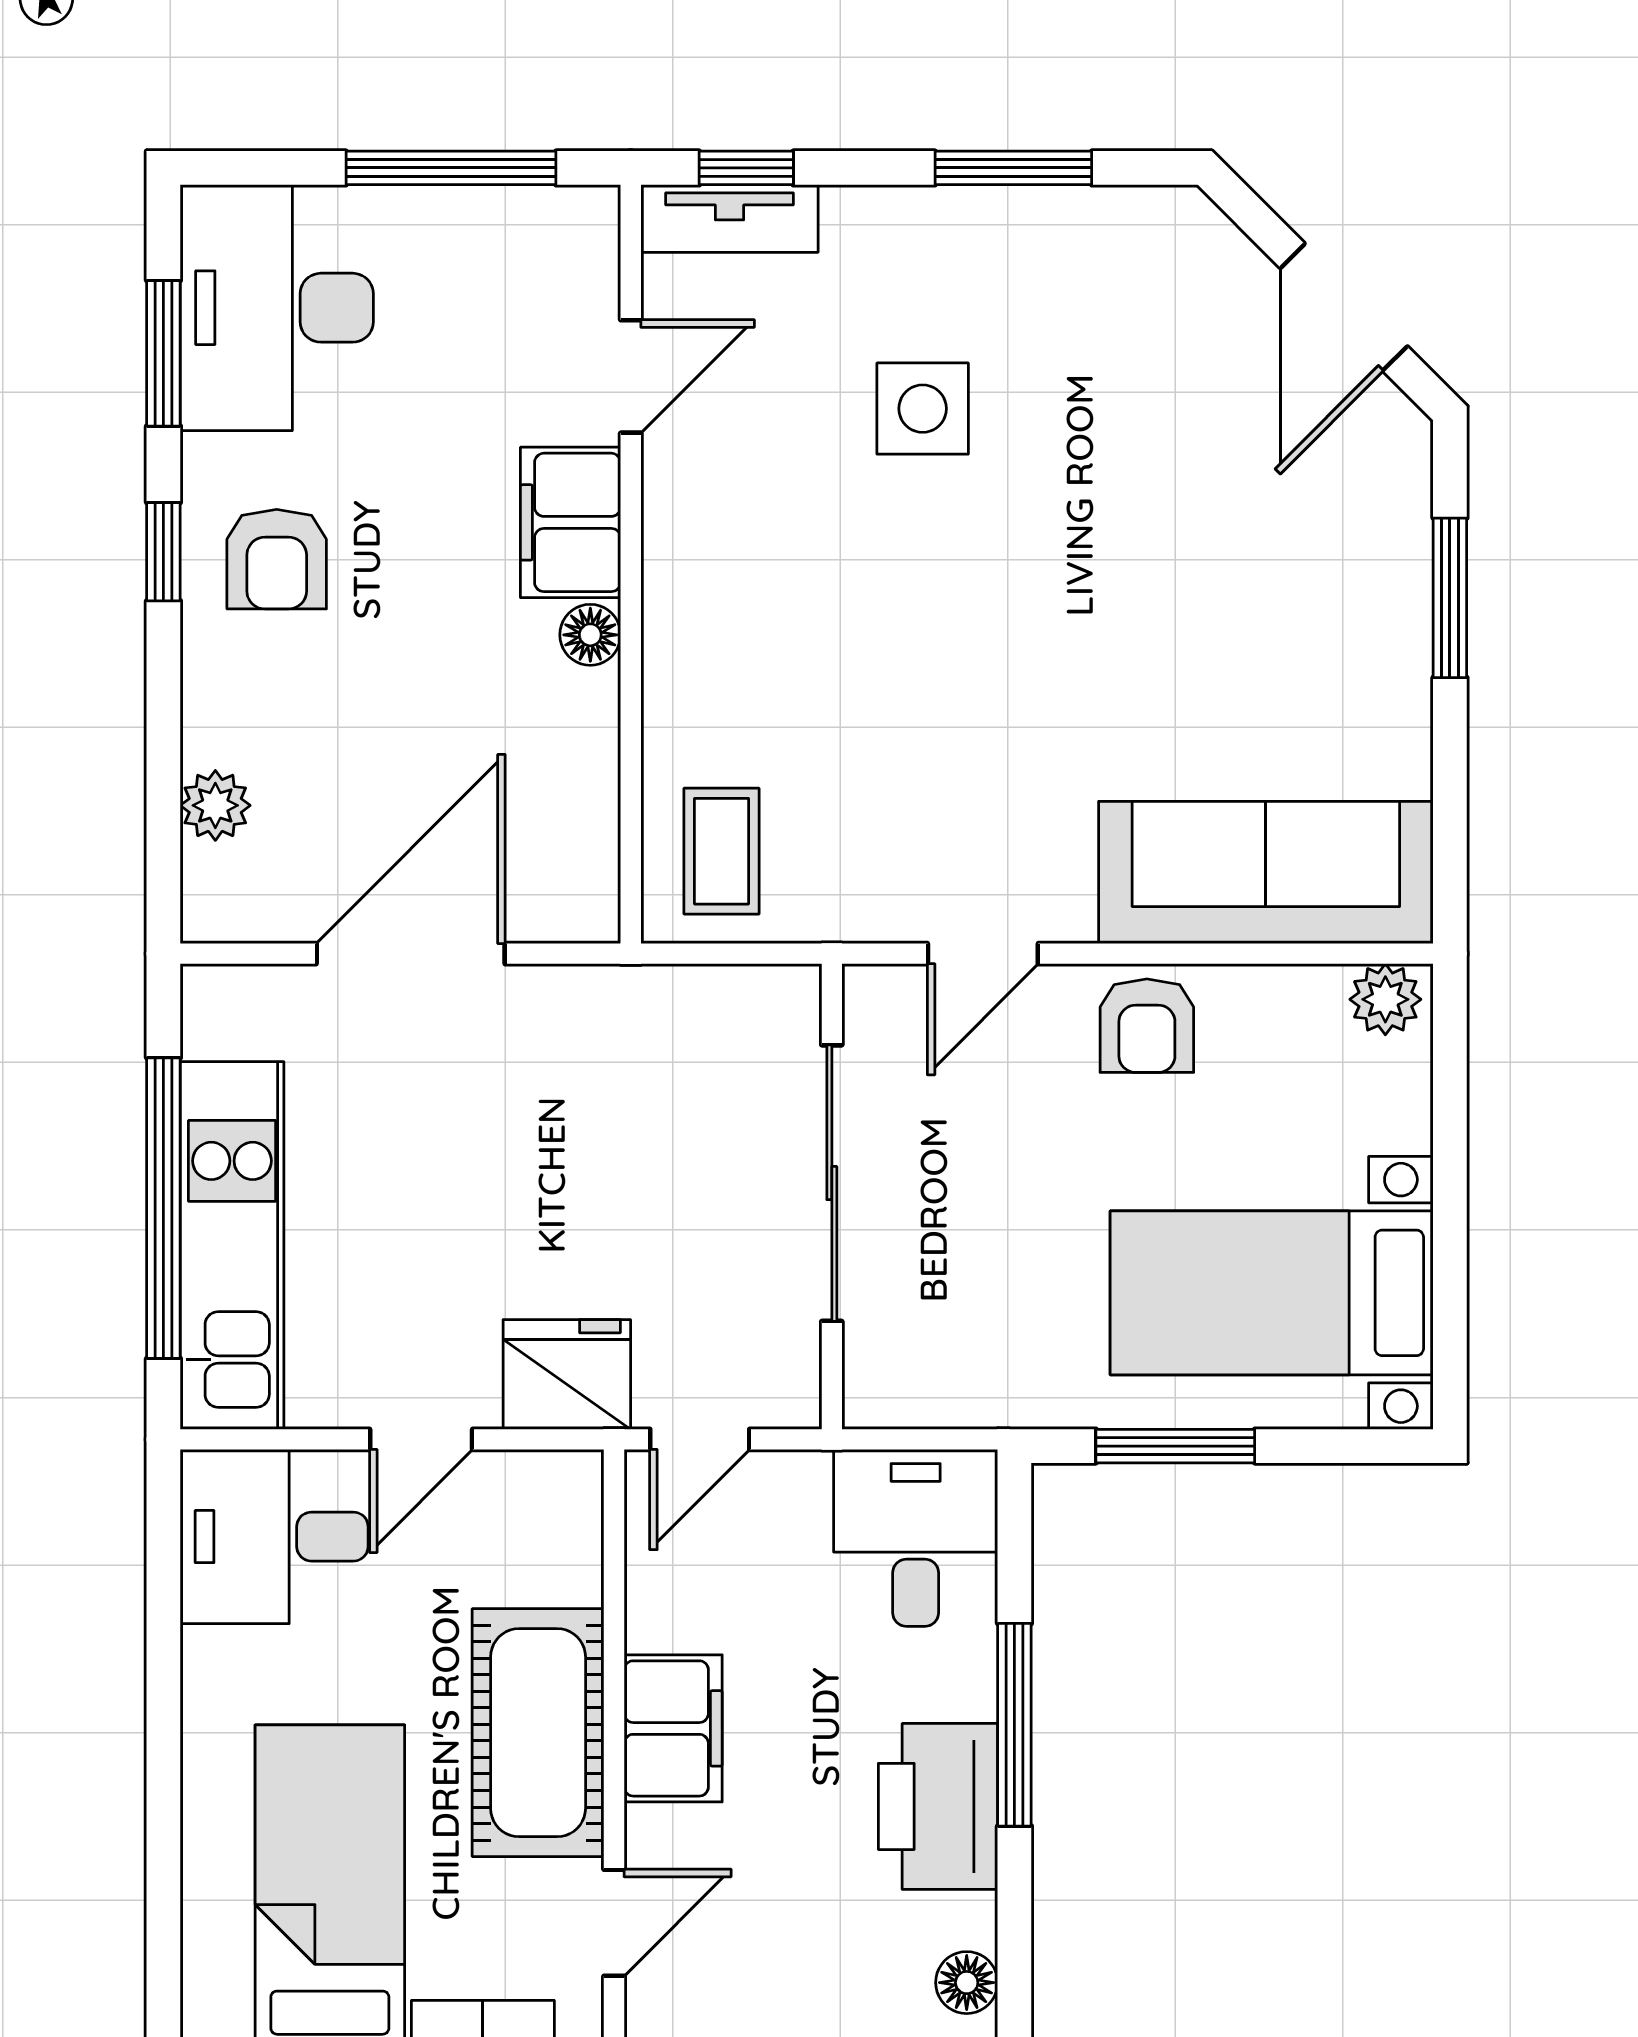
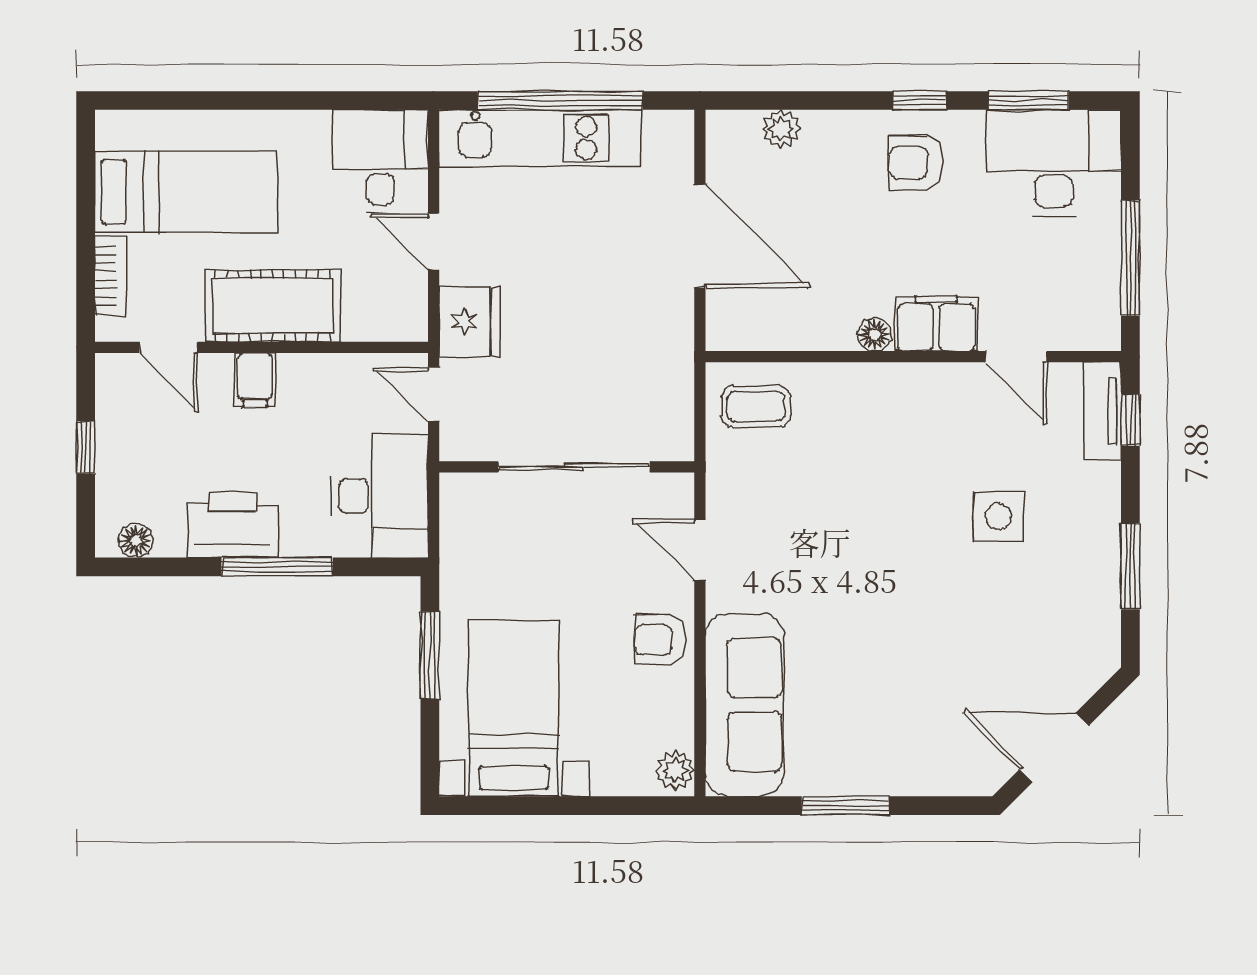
window: (1450, 598) -> (846, 806), moved
desk: (916, 1538) -> (380, 496), width x1.37
filing cabinet: (673, 1728) -> (255, 380), width x0.50

